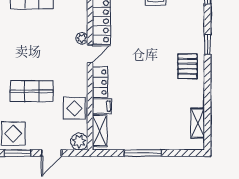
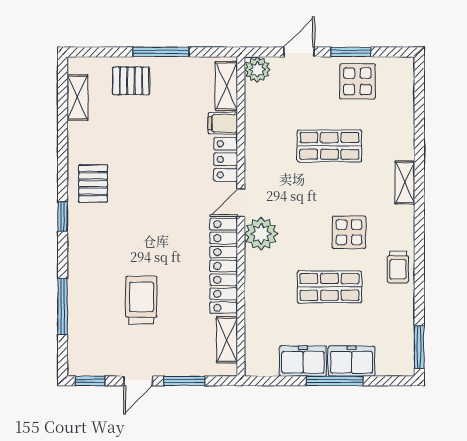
plant: (82, 38) -> (261, 234), width x1.87, depth x1.87
display table: (74, 108) -> (349, 232), moved
pallet: (162, 134) -> (131, 81), added

